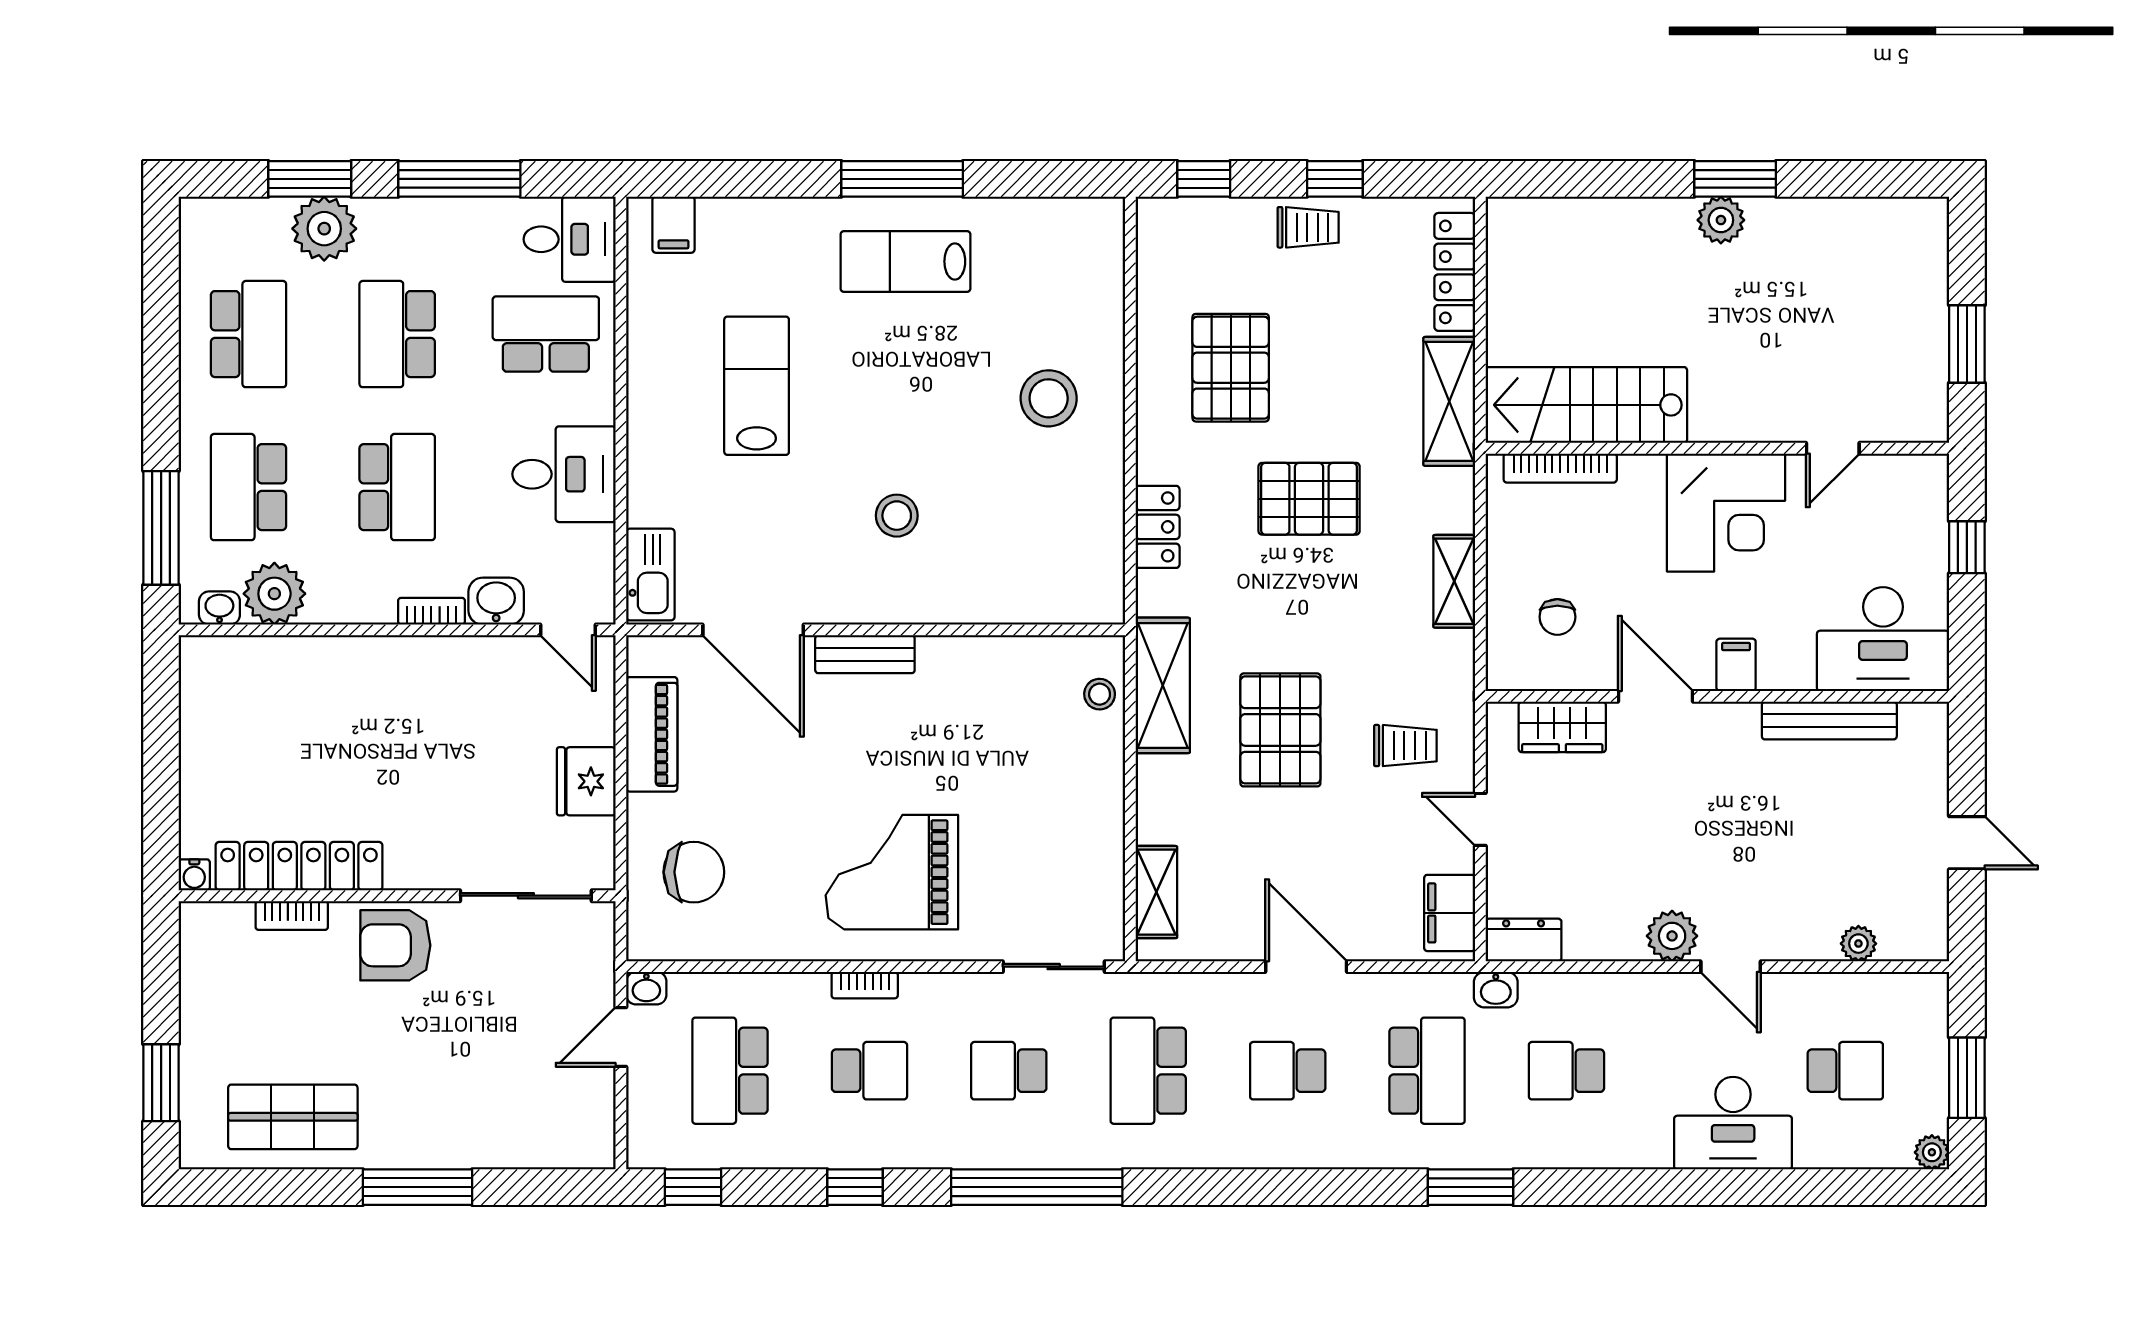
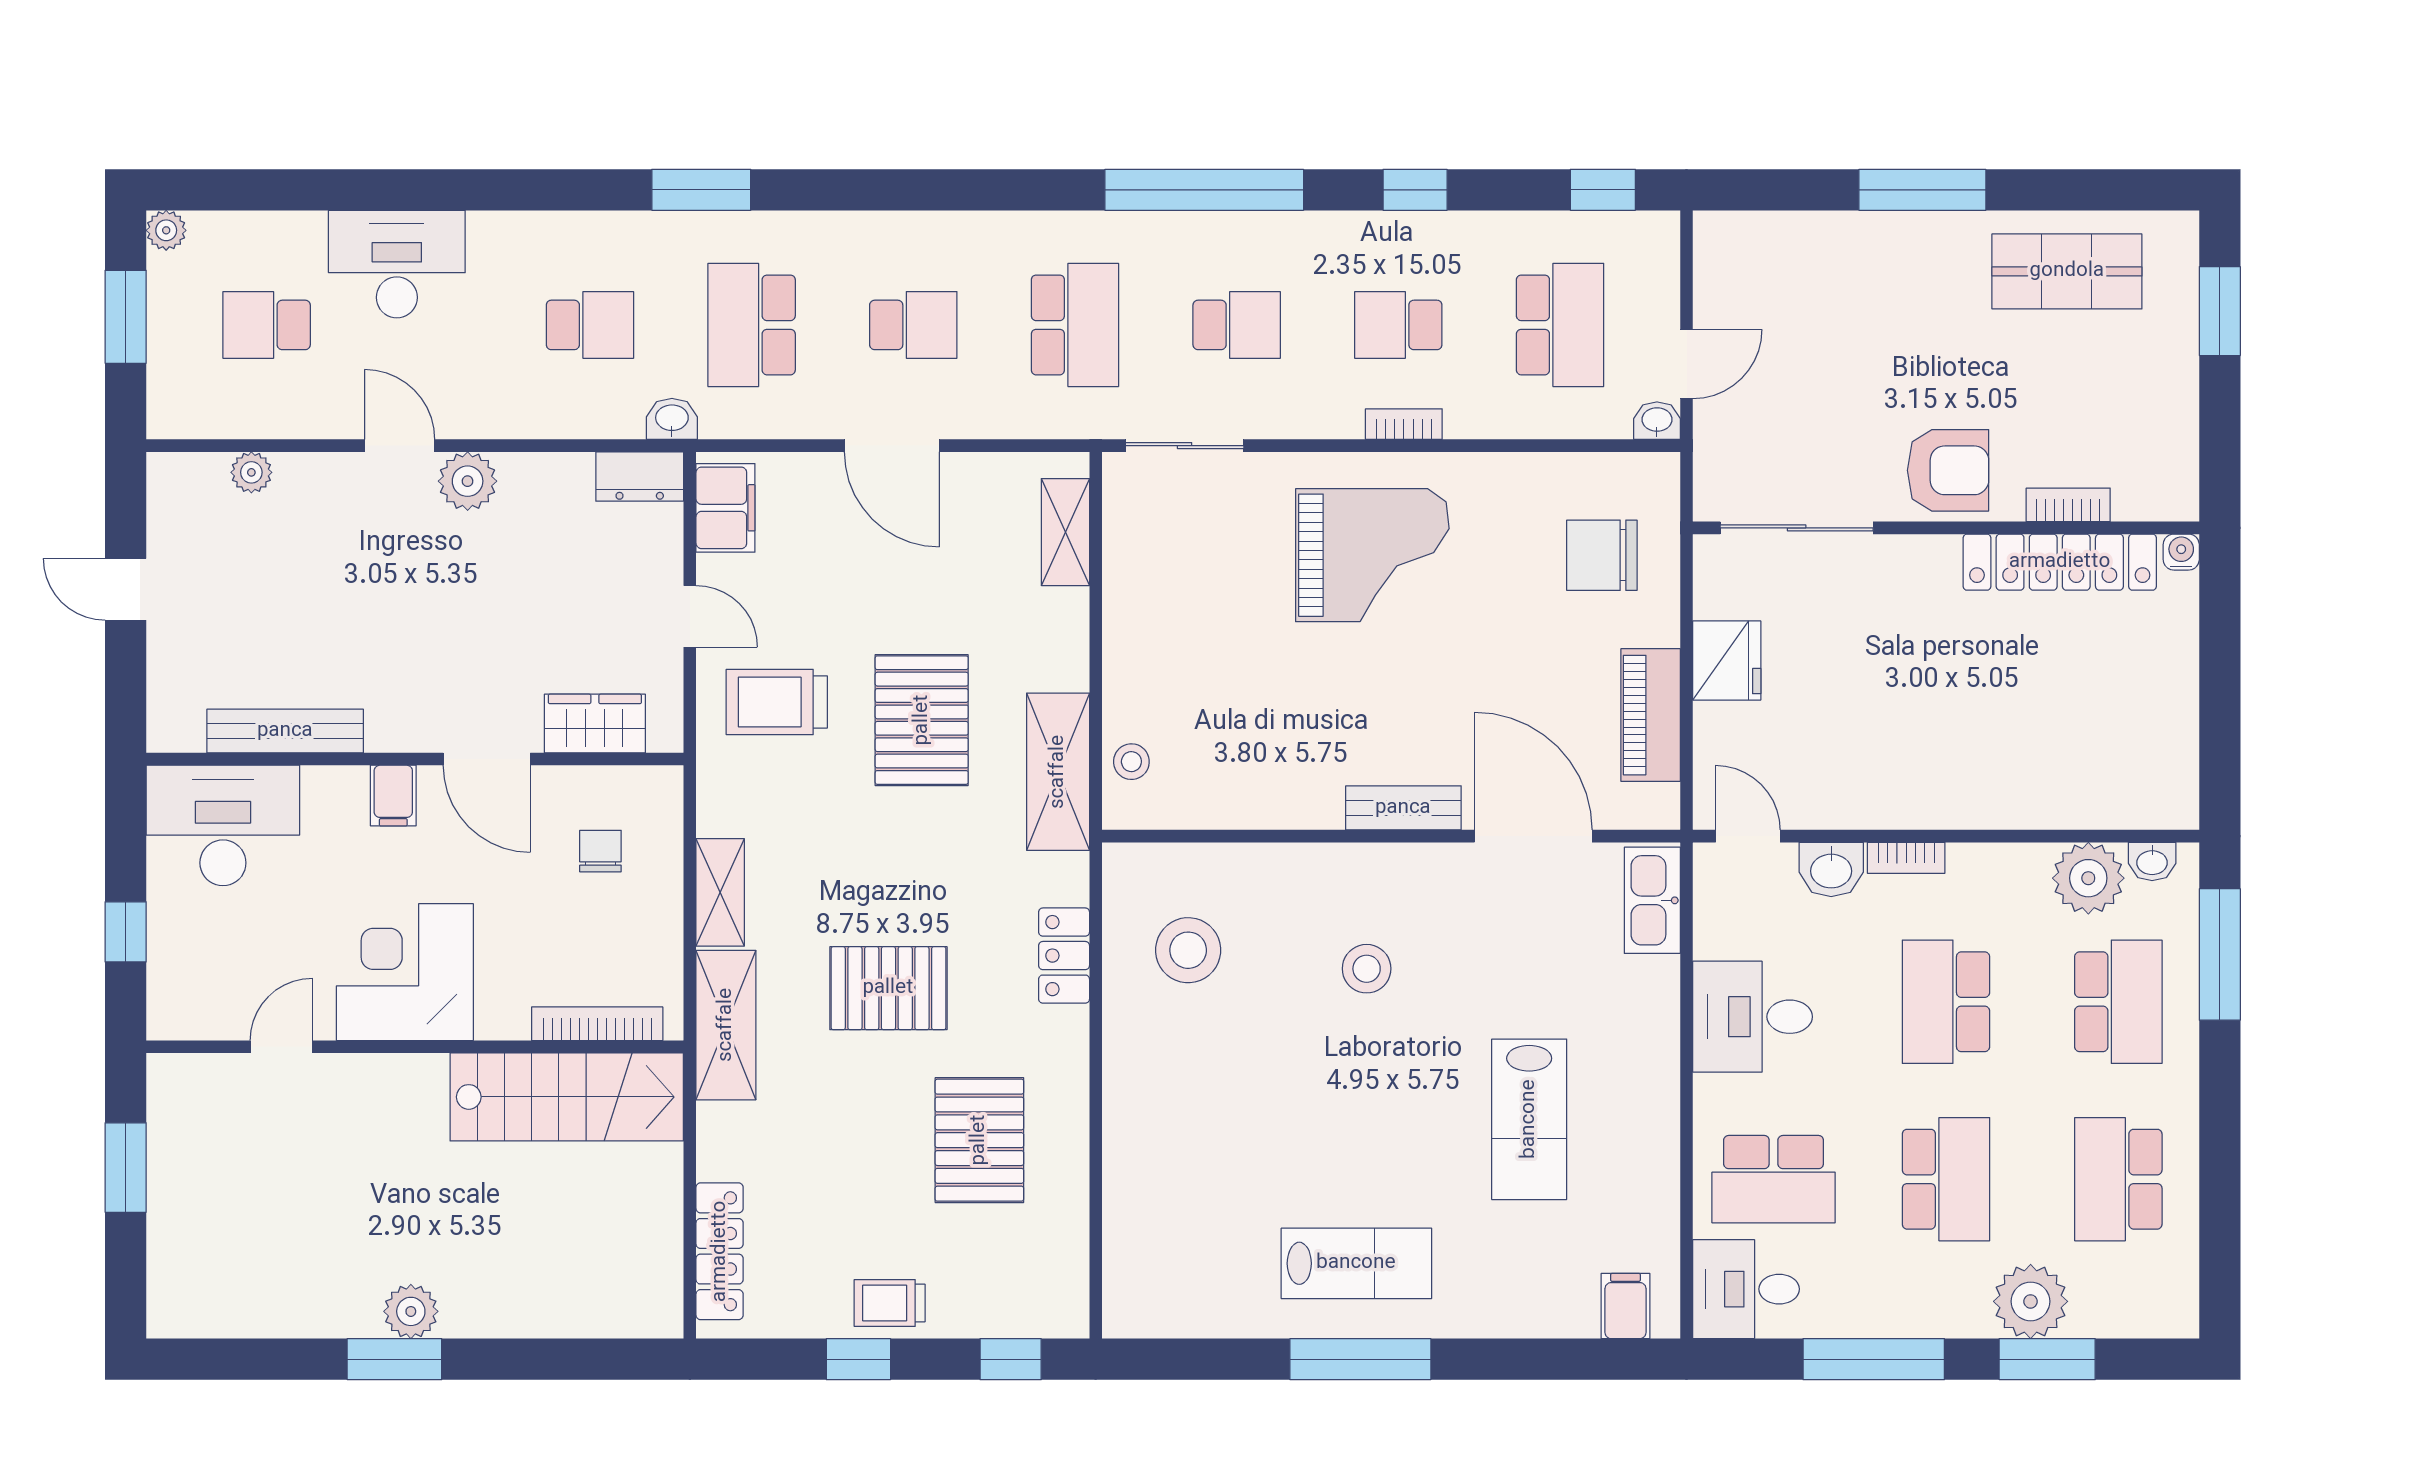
stool: (1049, 398) -> (1188, 950), moved
shelving: (1449, 401) -> (726, 1025), moved
trolley: (1405, 746) -> (777, 702), width x1.36, depth x1.39

